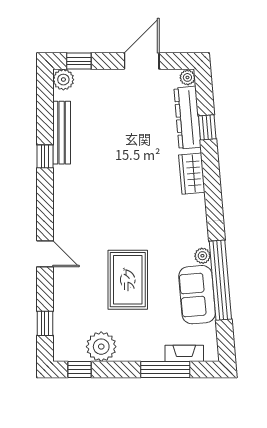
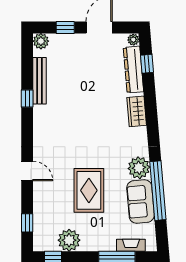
window: (79, 61) -> (65, 27), moved
window: (207, 127) -> (147, 64), moved
plant: (202, 256) -> (139, 168), width x1.88, depth x1.88

